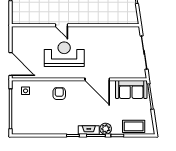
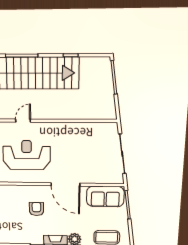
door: (62, 25) -> (23, 121), swing flipped
armchair: (59, 94) -> (36, 209), moved

